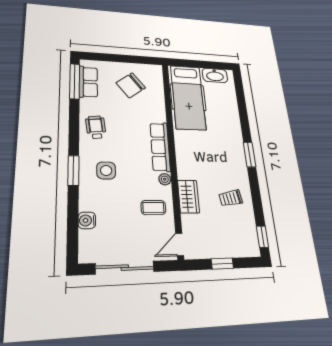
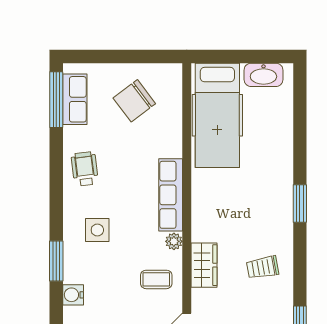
window: (73, 170) -> (56, 261), moved

